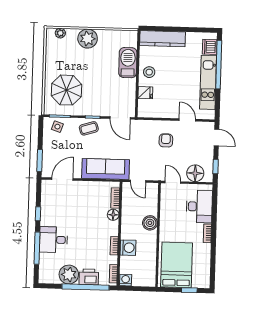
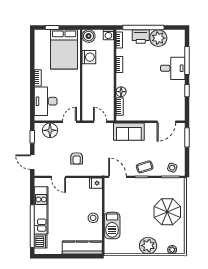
parasol: (67, 90) -> (167, 212), moved
fridge: (145, 93) -> (96, 183), moved
sofa: (106, 169) -> (129, 132), width x0.73
door: (173, 182) -> (69, 122), swing flipped
boiler: (150, 223) -> (89, 36), moved
washing machine: (128, 248) -> (89, 57), moved, turned 180

